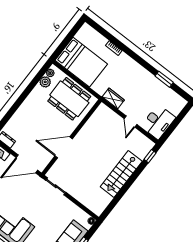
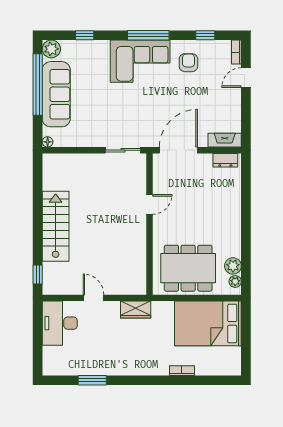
door: (64, 147) -> (150, 204), width x0.53

